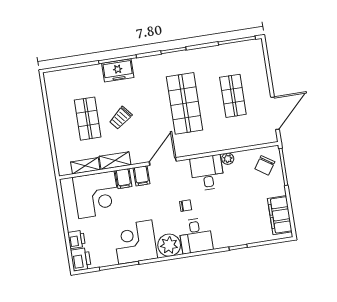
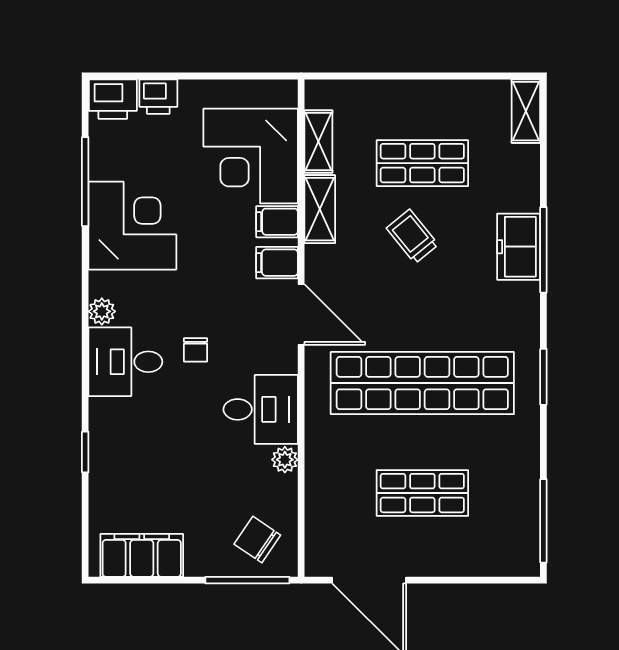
shelving: (58, 77) -> (526, 111), added
shop shelf: (185, 103) -> (422, 383), width x1.40
plant: (169, 245) -> (102, 311), width x0.53, depth x0.53

